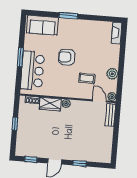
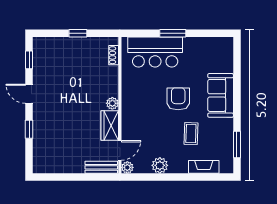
window: (68, 16) -> (237, 144), moved
sofa: (42, 25) -> (221, 95), moved
fireplace: (117, 33) -> (204, 167), moved
coffee table: (87, 78) -> (191, 134), moved
wardrobe: (50, 104) -> (110, 126), moved

